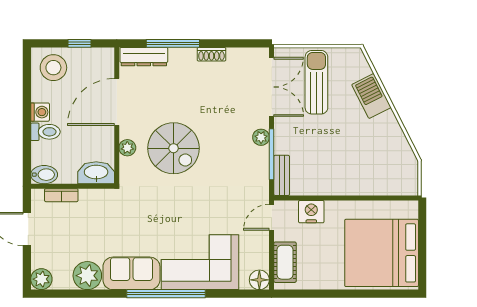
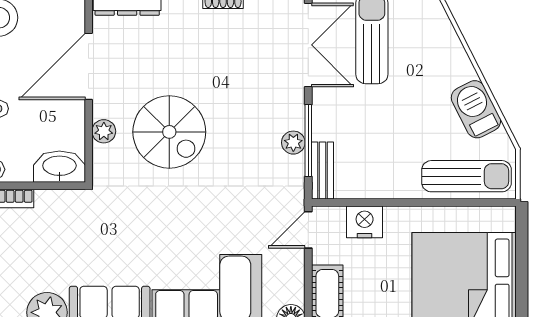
barbecue: (371, 96) -> (476, 109), moved
plant: (261, 137) -> (293, 143), moved
sun lounger: (383, 179) -> (467, 176), added

